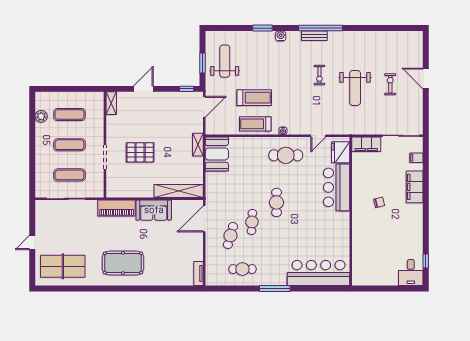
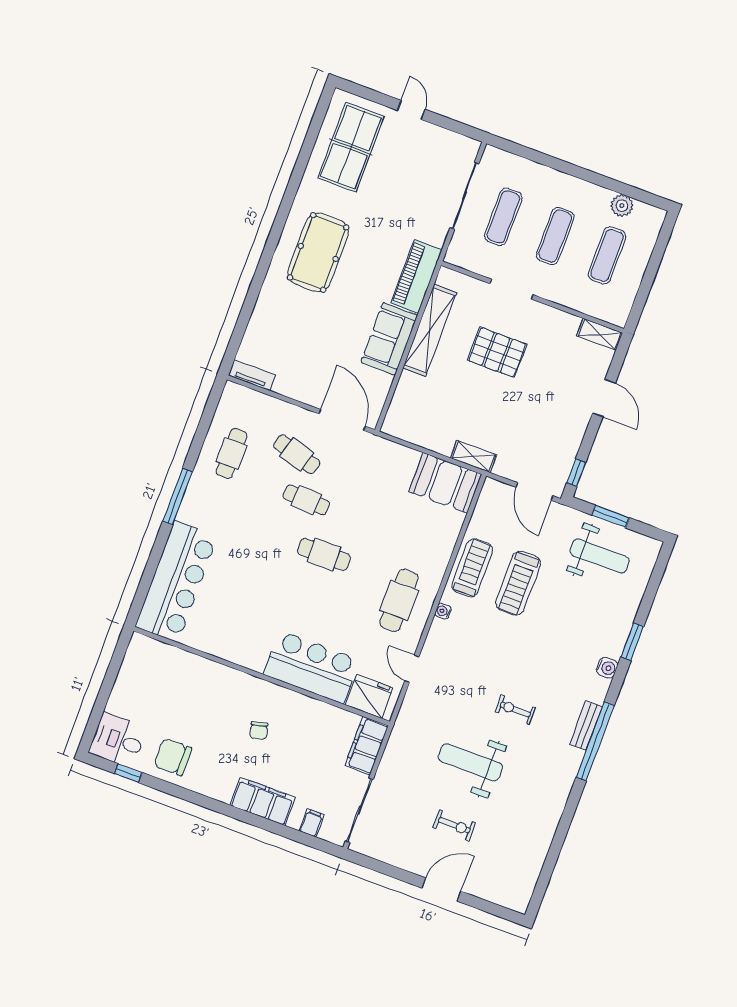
pallet: (140, 152) -> (497, 352), turned 90
shelving: (179, 191) -> (430, 330), moved
chair: (409, 241) -> (173, 757), added

